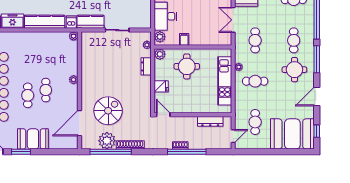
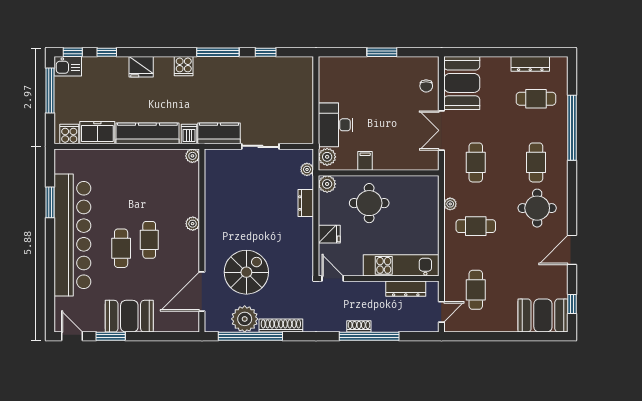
window: (317, 59) -> (572, 192), removed
kitchen unit: (225, 81) -> (401, 265), moved, turned 90
booth: (292, 134) -> (543, 315), width x0.73, depth x0.70

